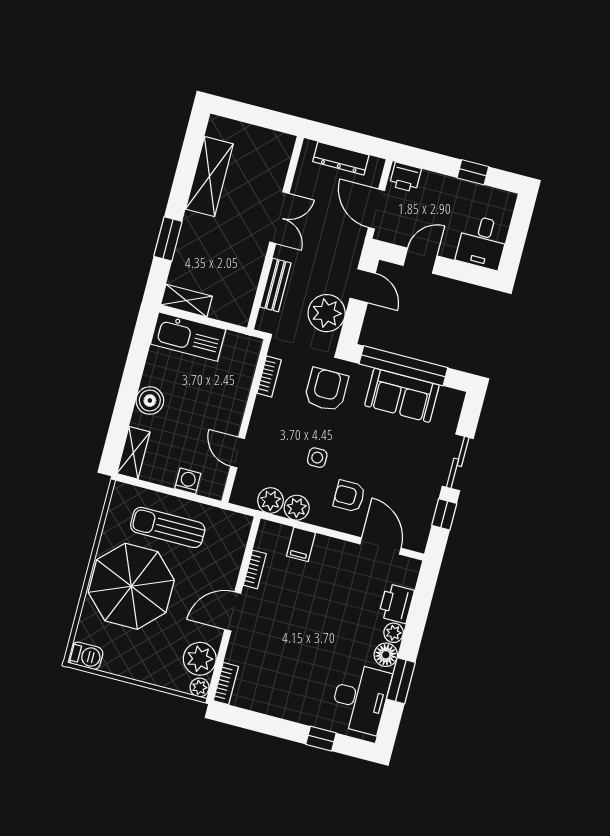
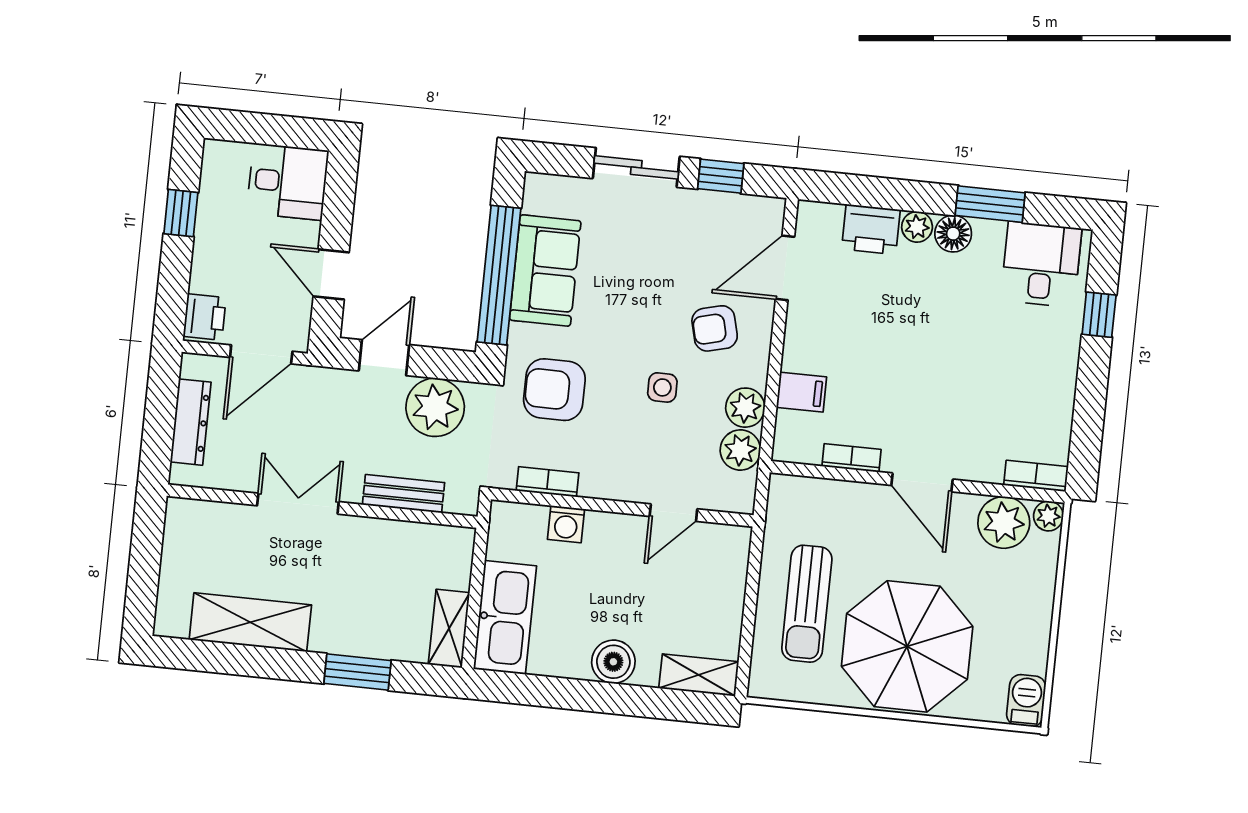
washing machine: (188, 481) -> (566, 524), moved, turned -90
armchair: (349, 496) -> (715, 328), turned 76
desk: (360, 699) -> (1041, 264), width x0.73

